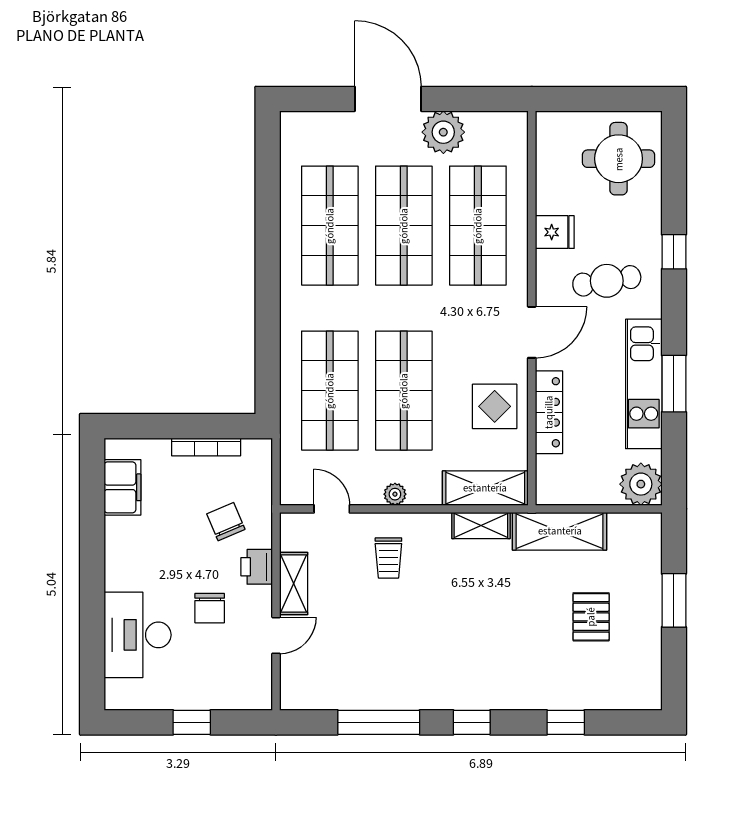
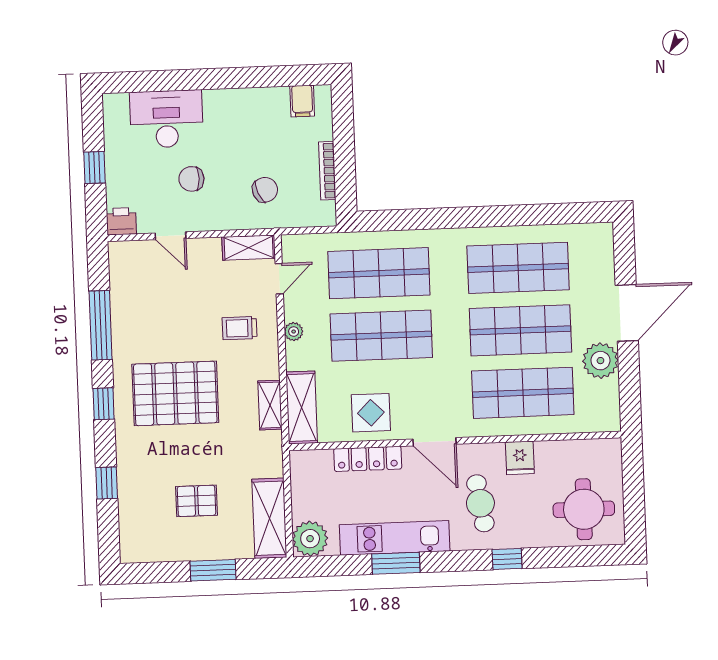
filing cabinet: (123, 487) -> (302, 101), width x0.50
shelving: (560, 531) -> (269, 518), moved
printer: (257, 567) -> (121, 221), moved
shelving: (294, 583) -> (249, 248), moved
pallet: (463, 637) -> (175, 393), added

